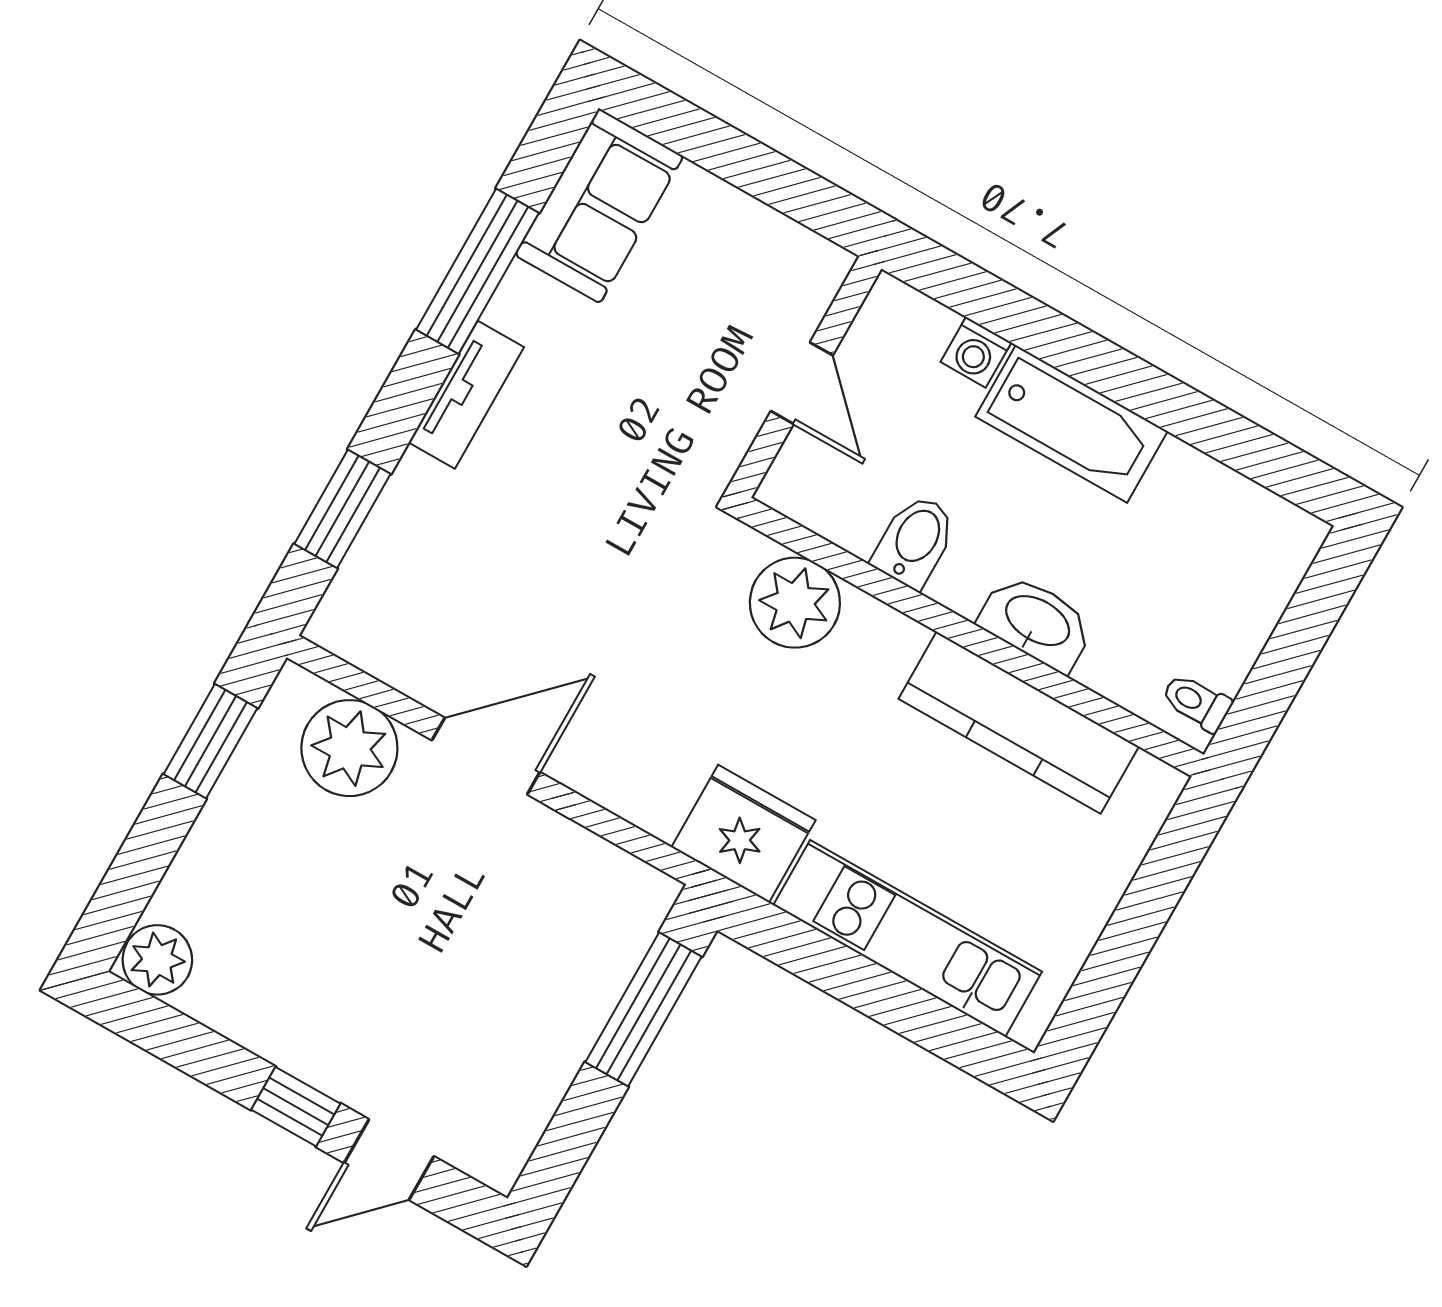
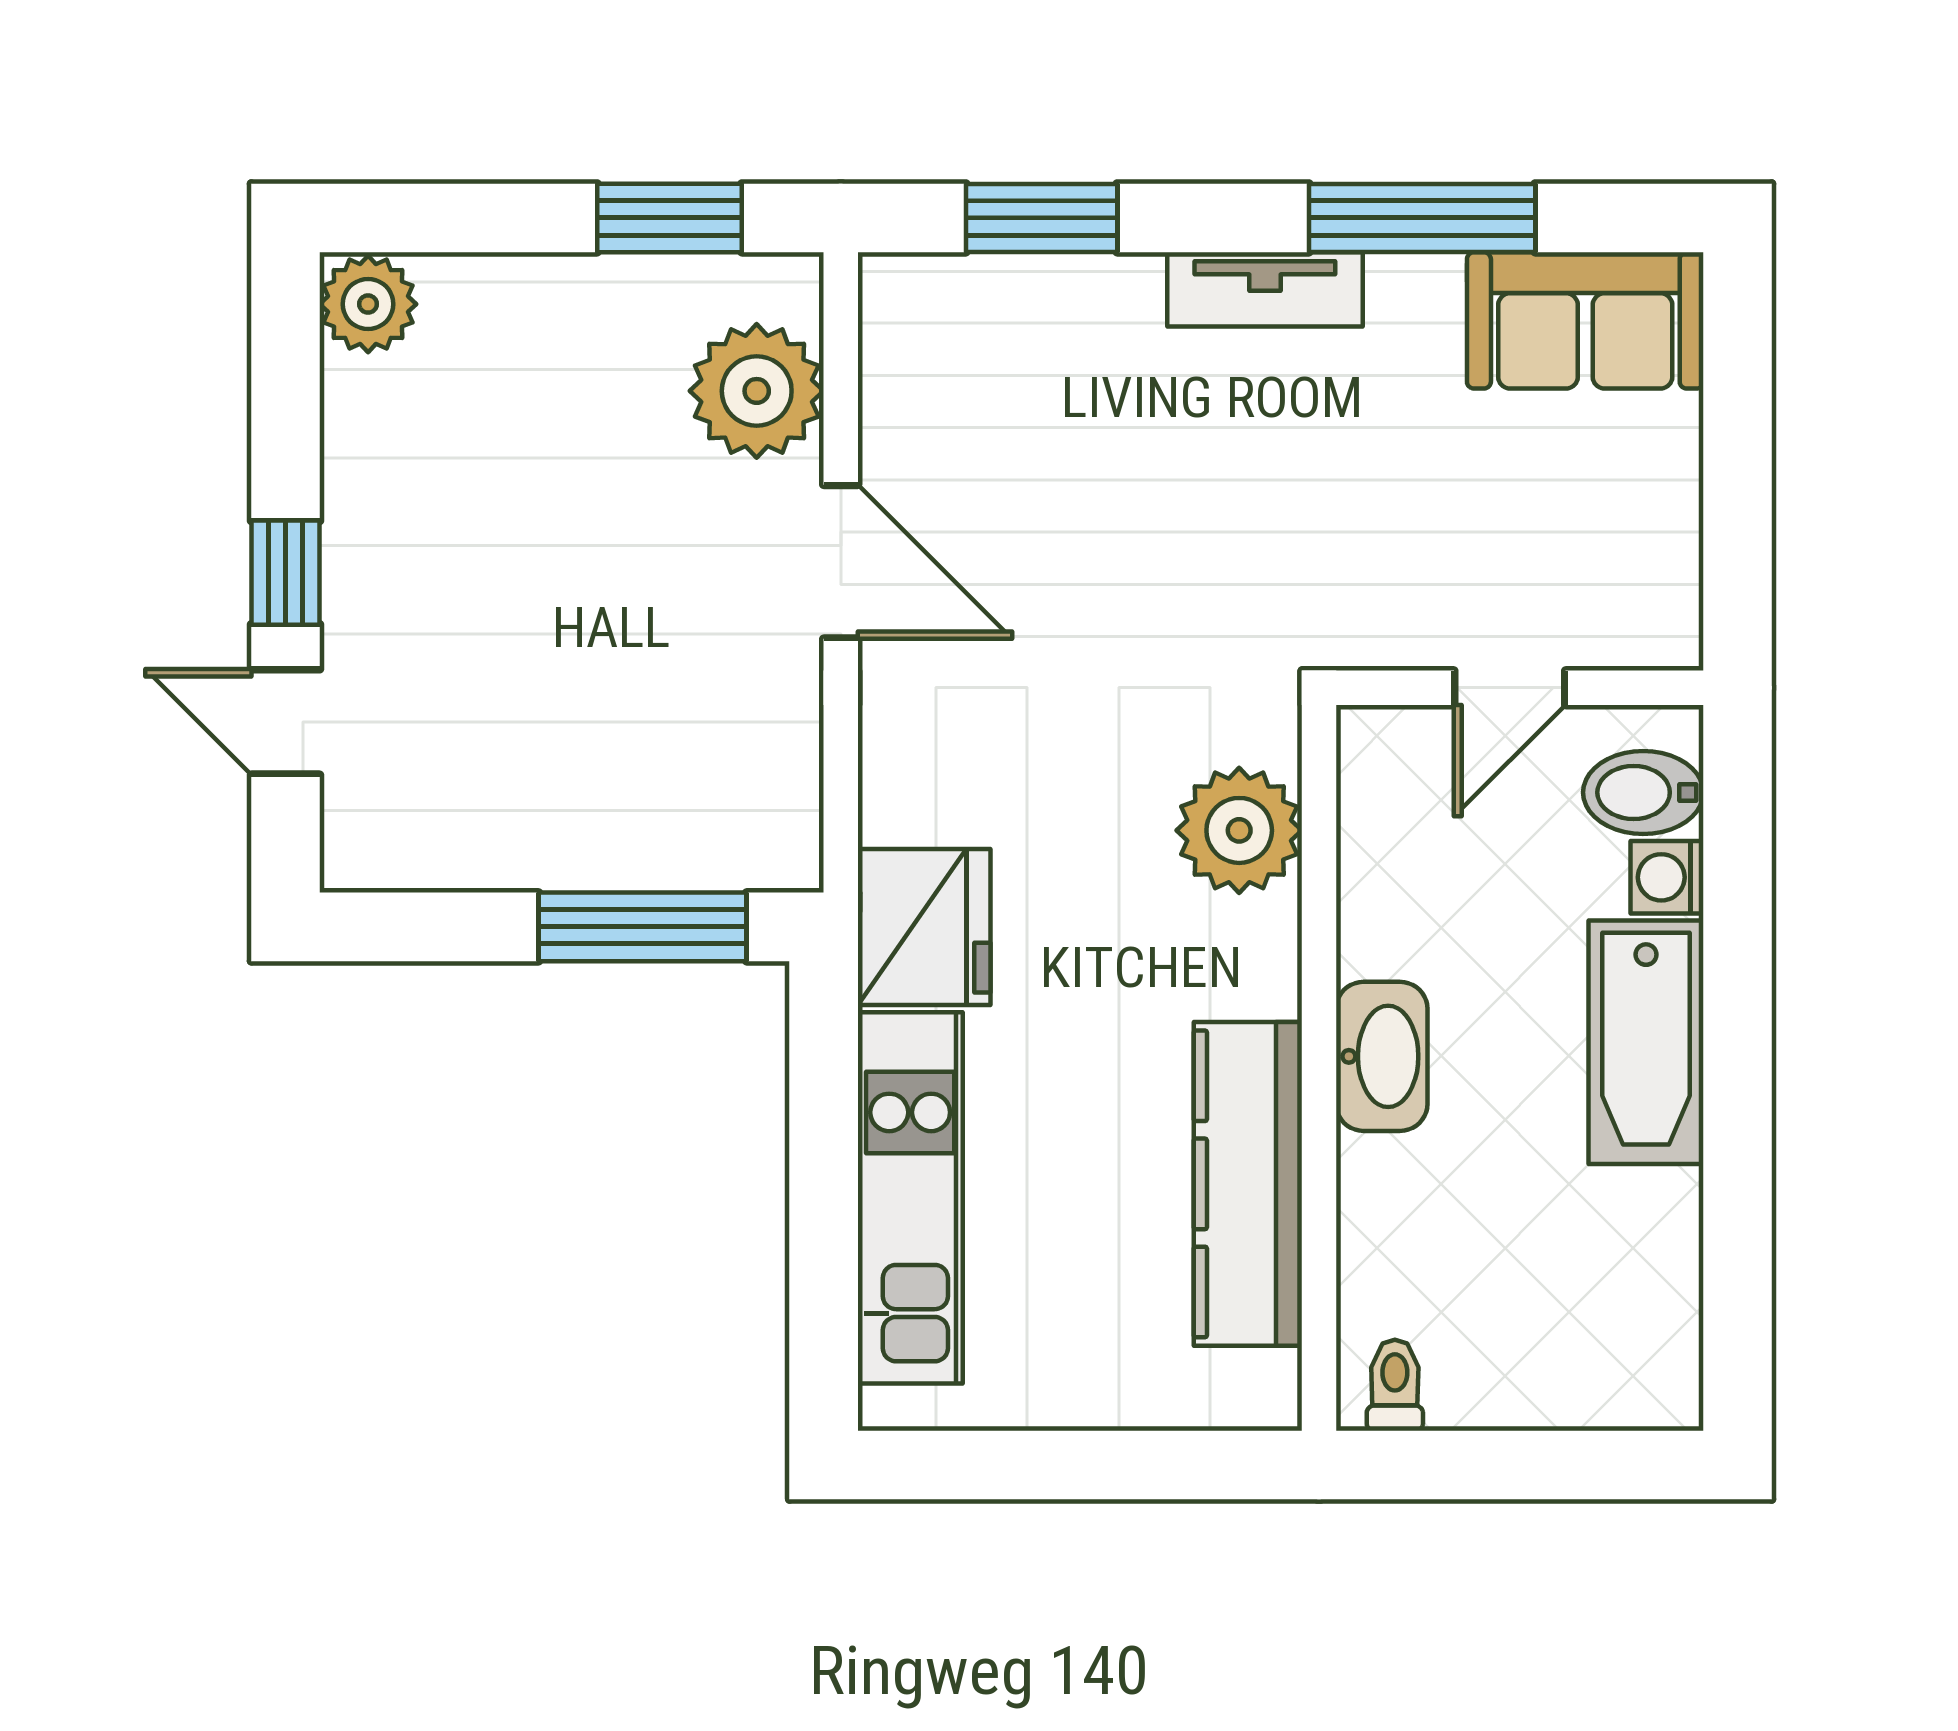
bidet: (915, 541) -> (1643, 792), moved, turned 180
washbasin: (1037, 622) -> (1382, 1056), moved

